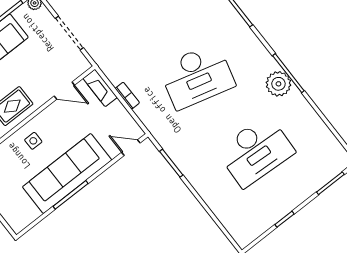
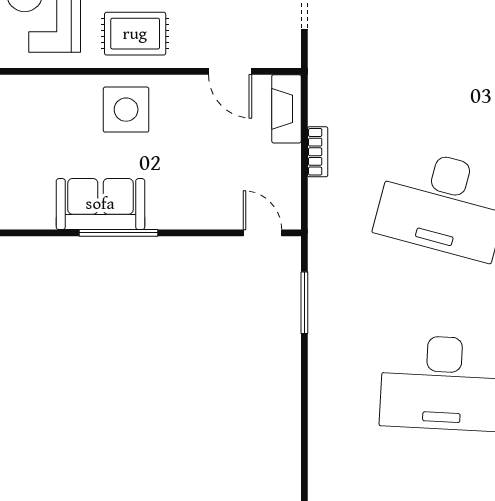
side table: (33, 141) -> (126, 110), width x1.87, depth x1.87
sofa: (67, 174) -> (100, 204), width x0.54, depth x0.79

